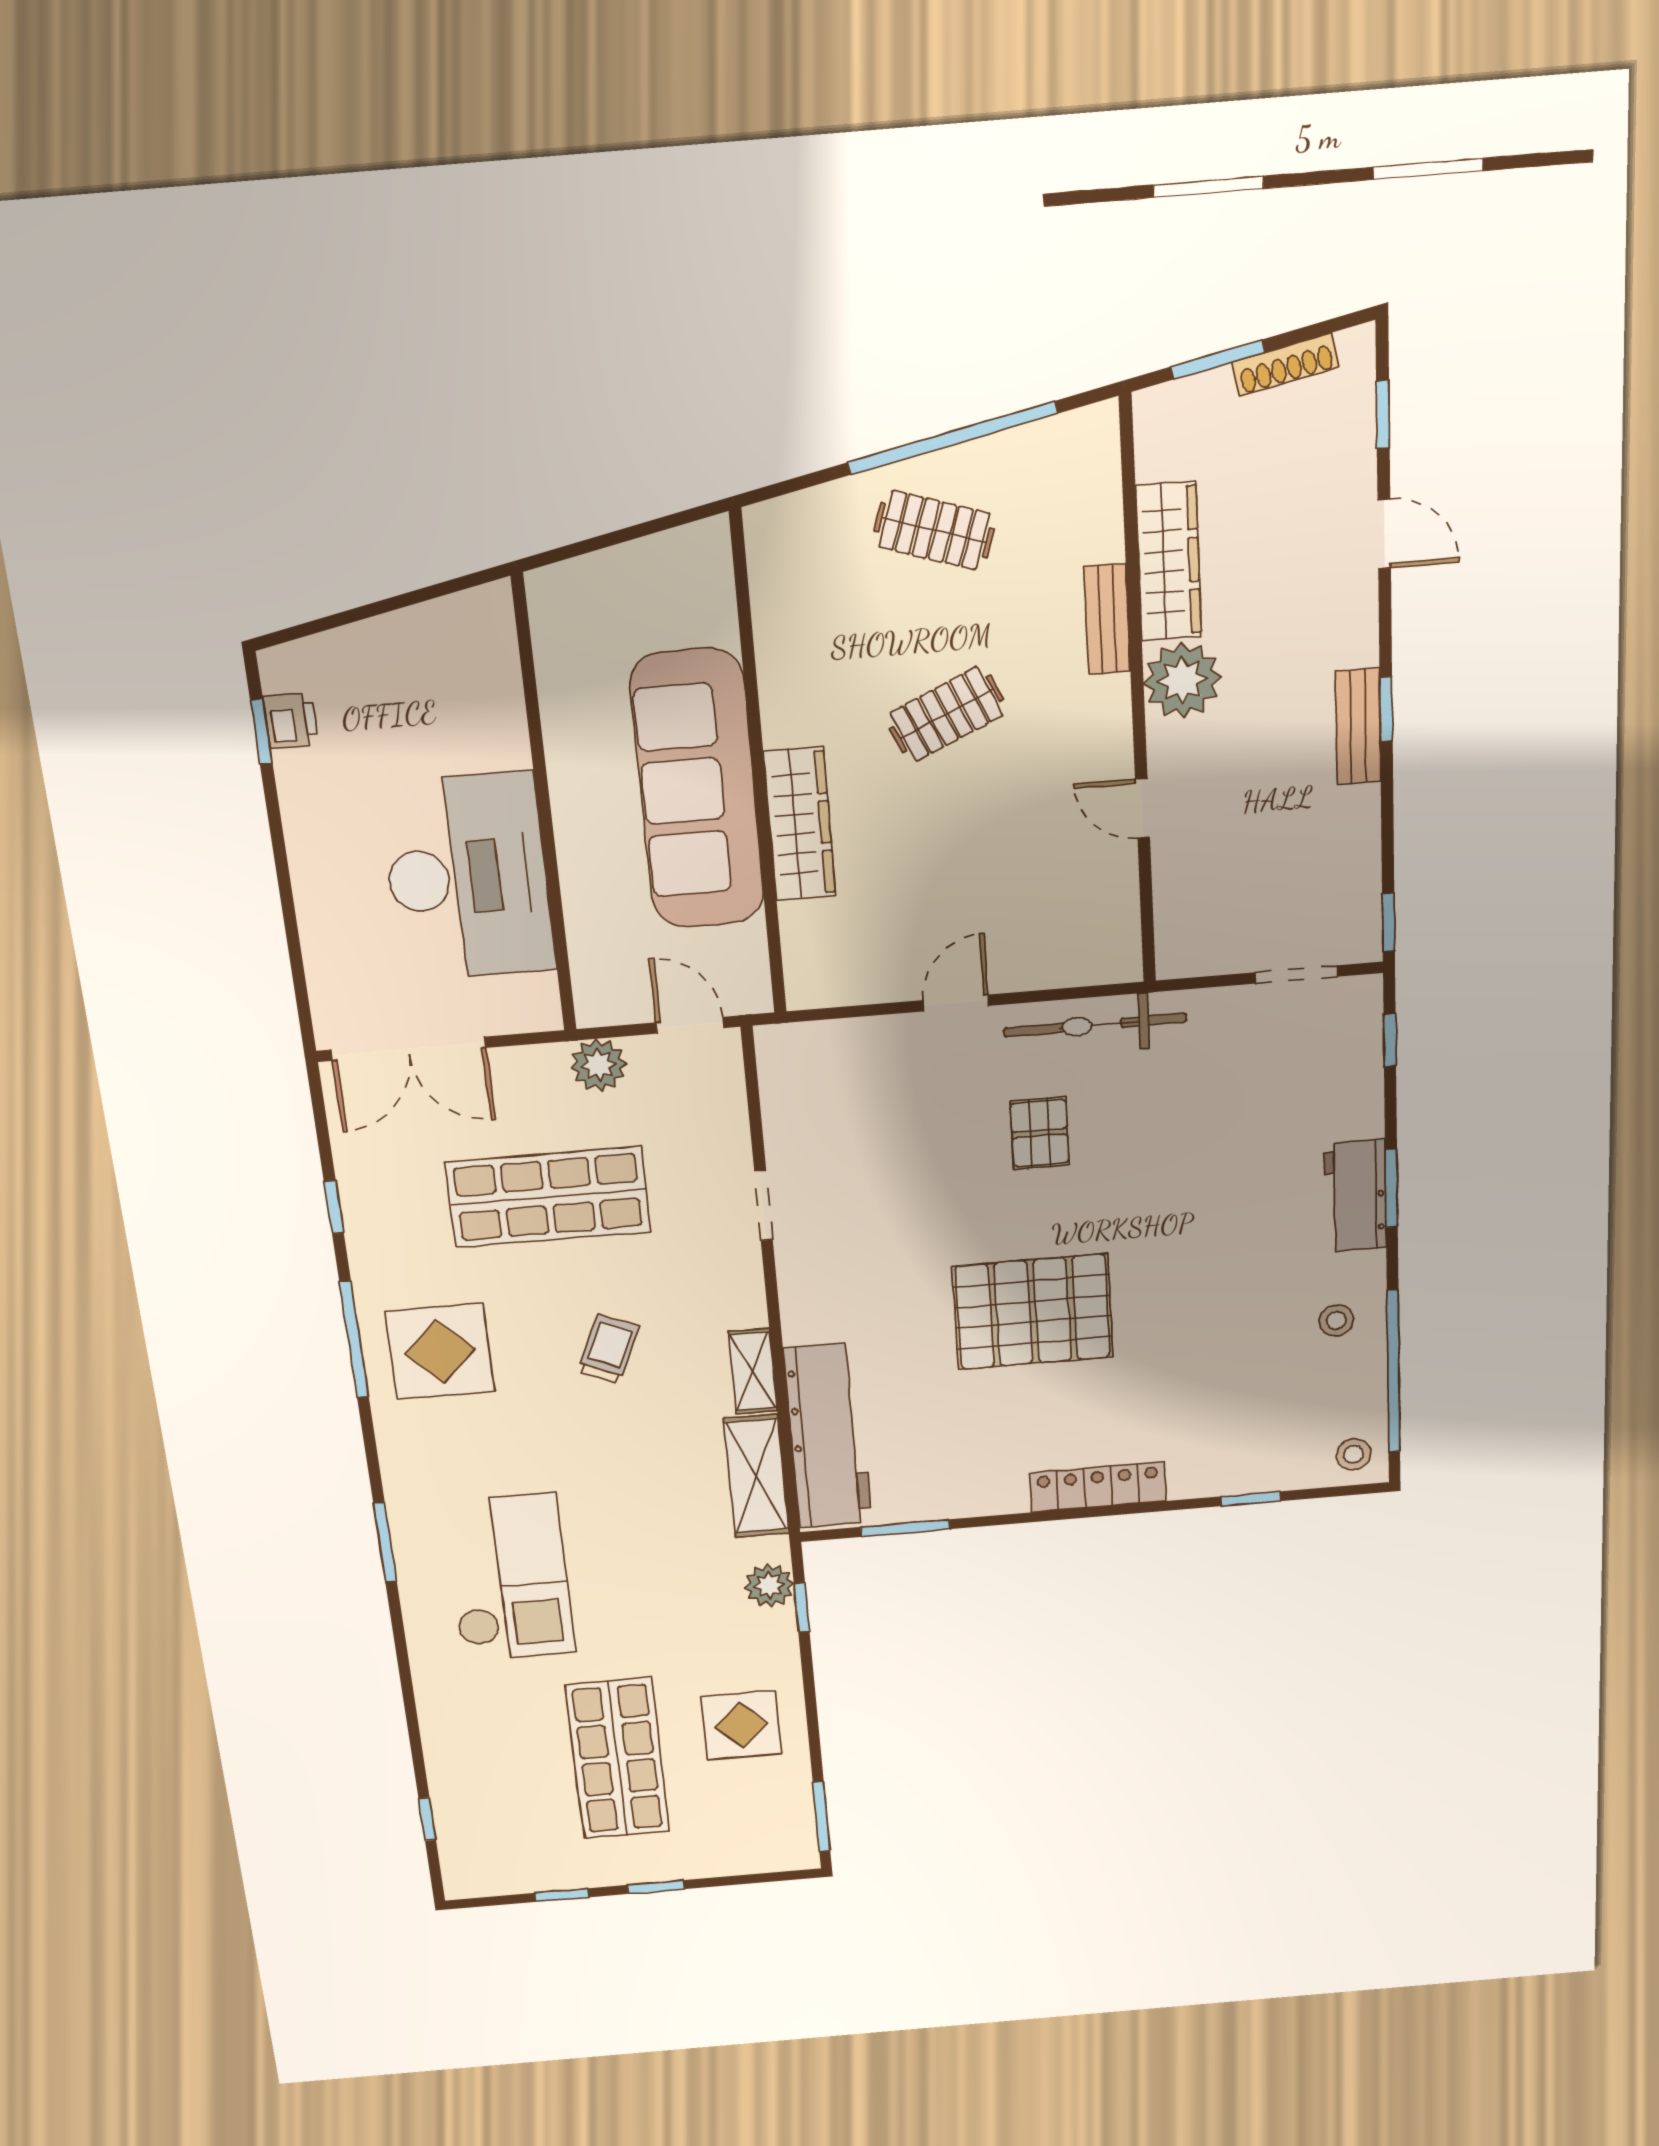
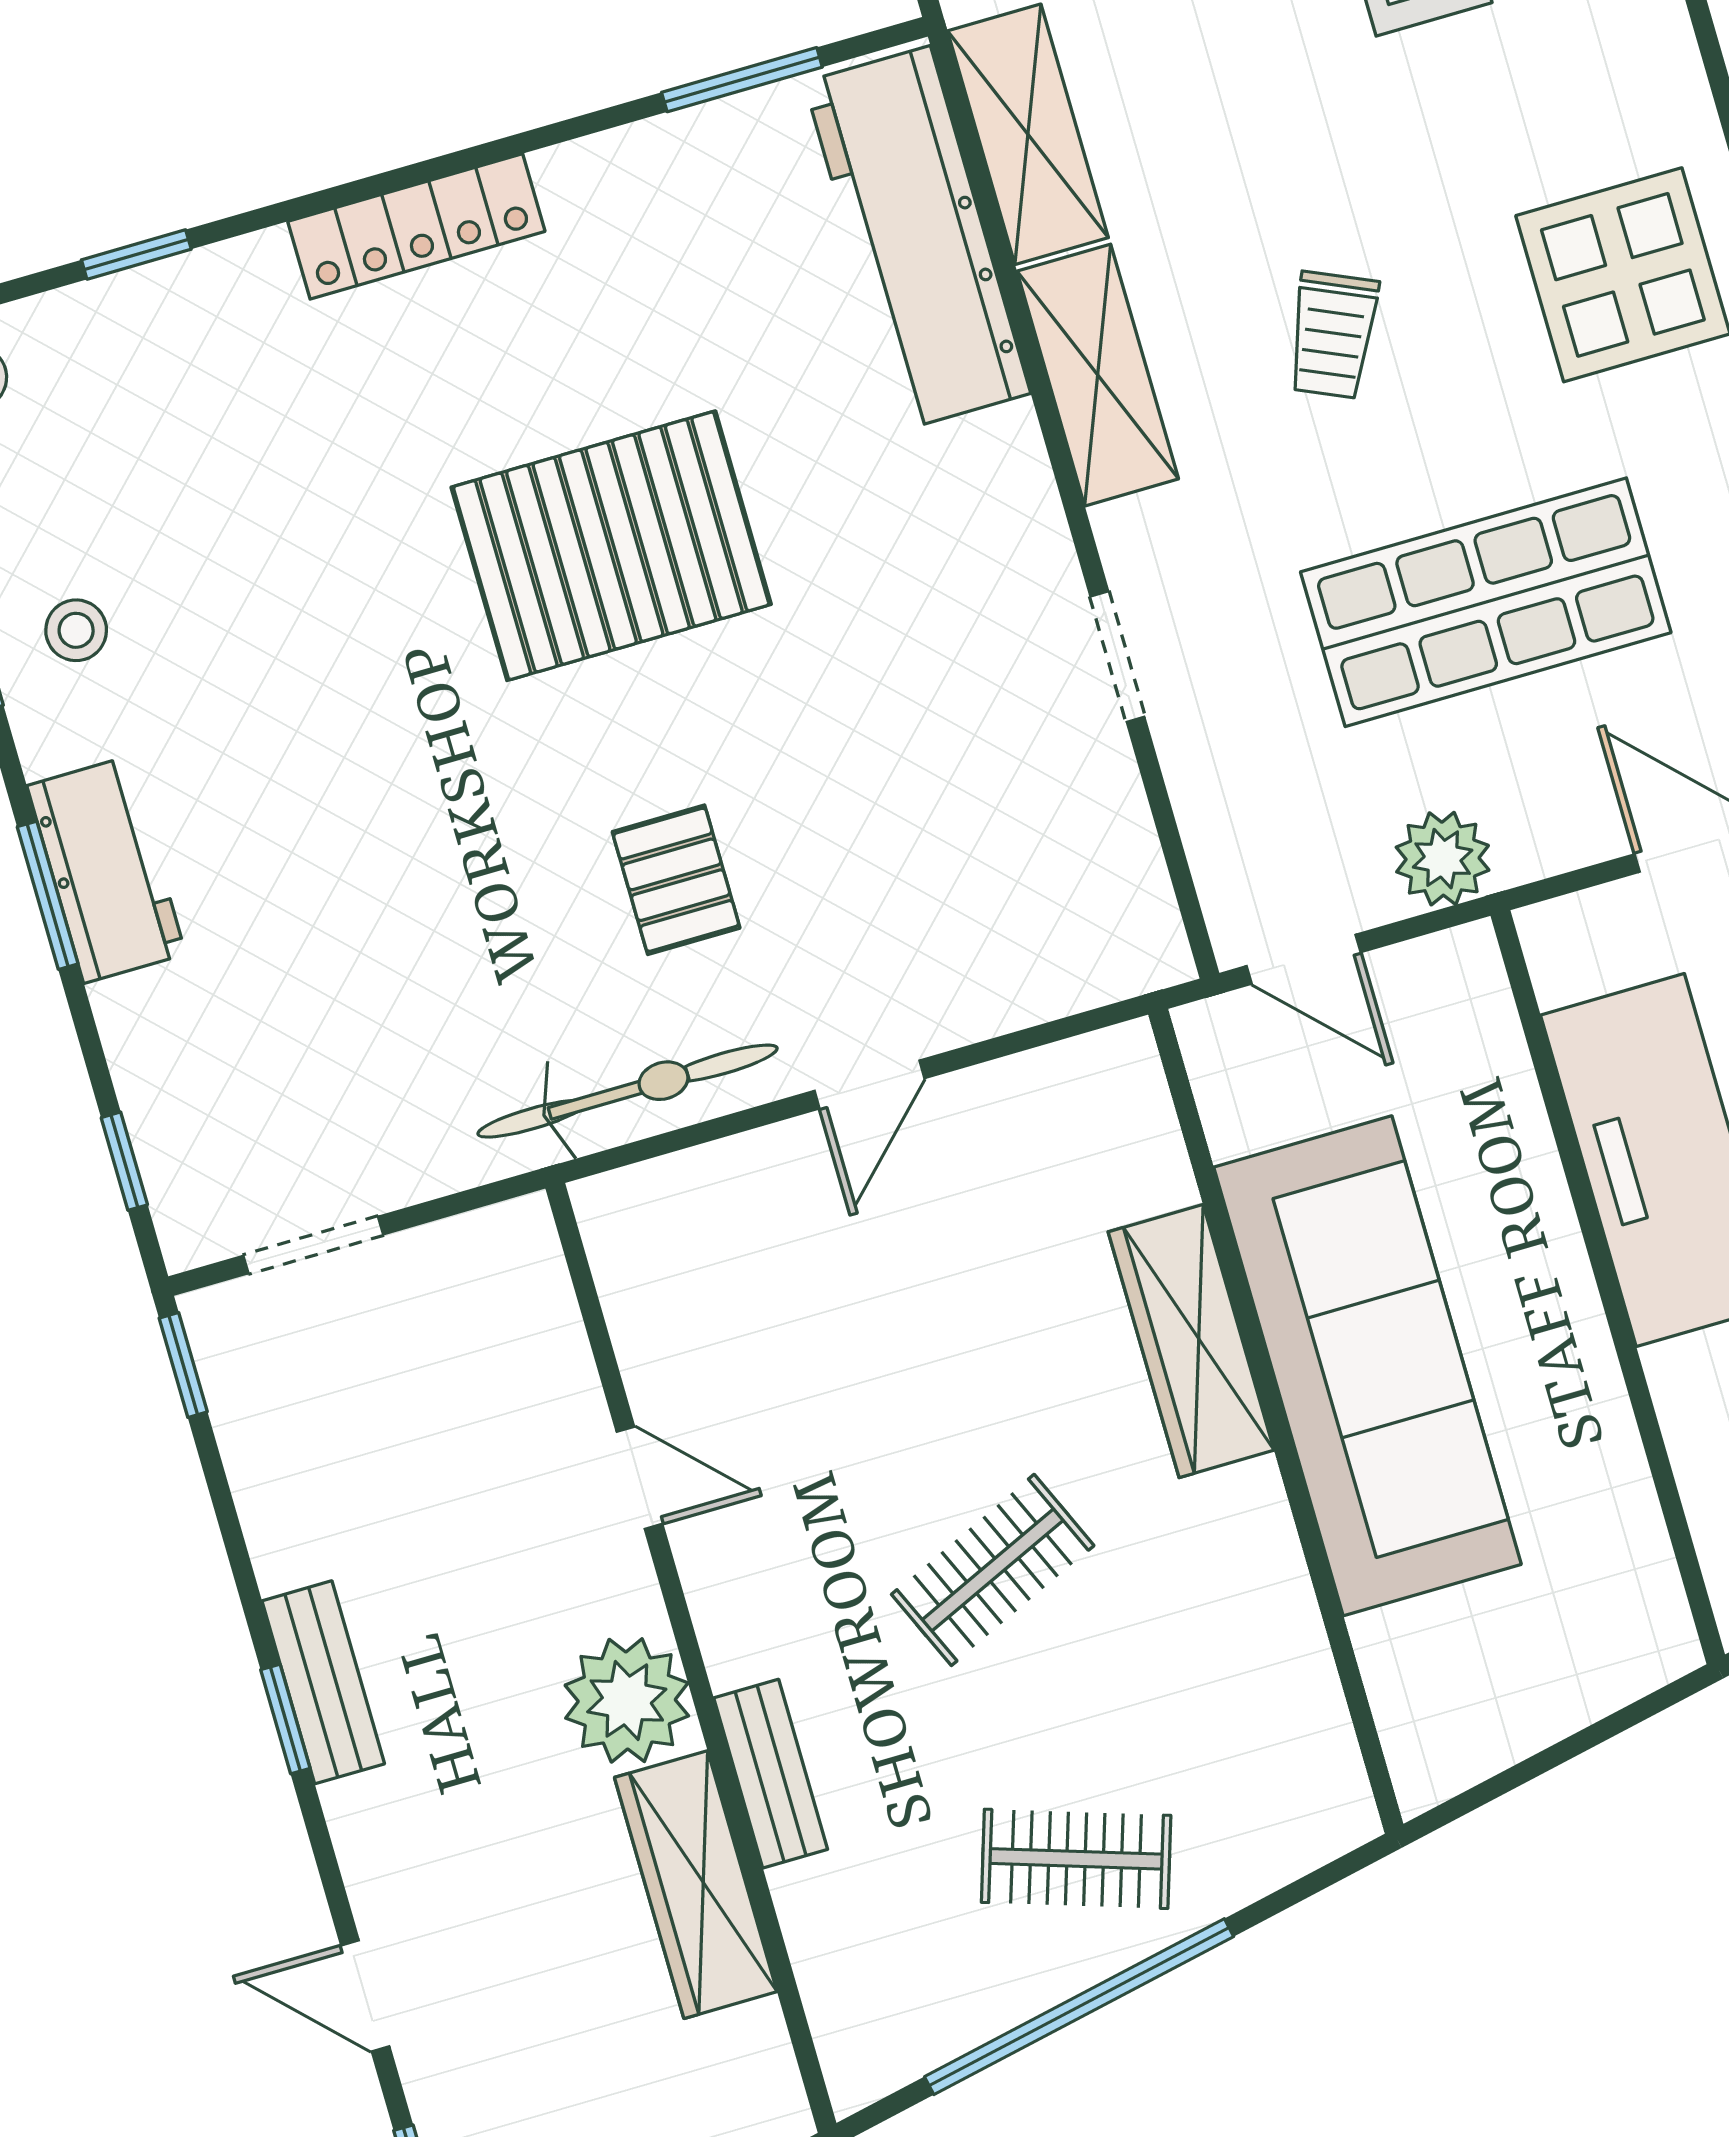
shelving: (753, 1371) -> (1098, 375), width x1.50, depth x1.33

